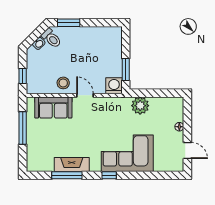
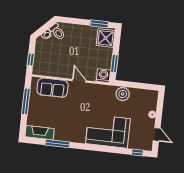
window: (69, 23) -> (99, 24), moved
shower: (112, 39) -> (106, 38), added
stool: (63, 83) -> (63, 69), removed
fireplace: (72, 164) -> (40, 133), moved
window: (109, 175) -> (137, 152), moved

